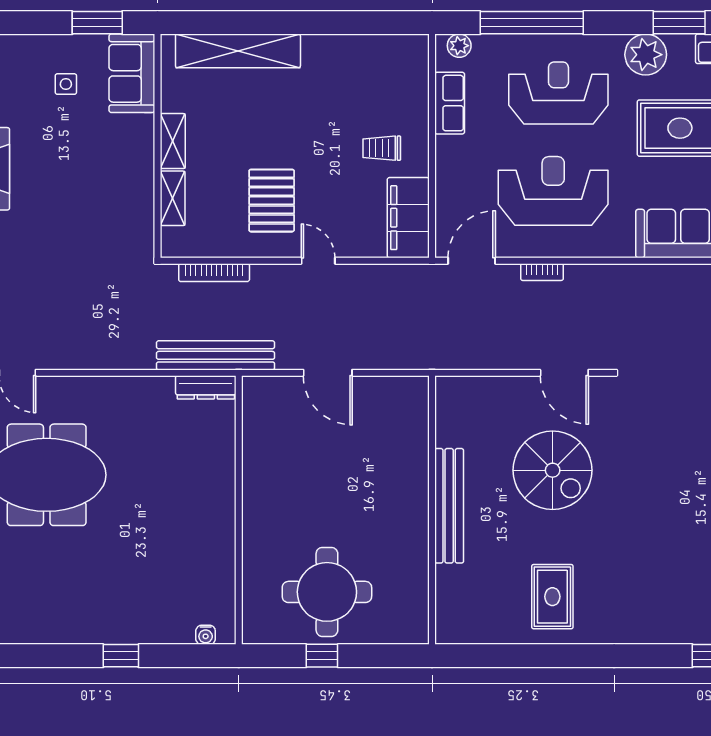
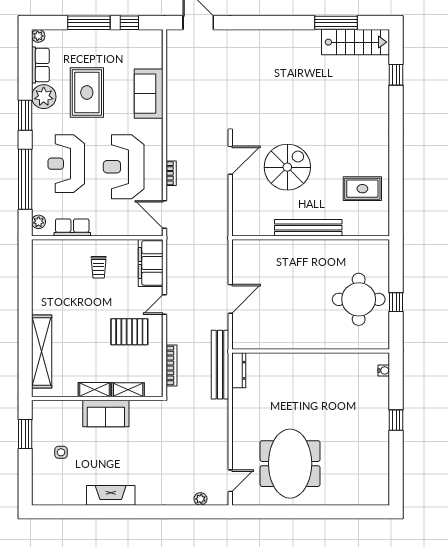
window: (679, 23) -> (25, 115), moved
plant: (646, 55) -> (44, 97), moved
sofa: (132, 73) -> (106, 414), moved
filing cabinet: (408, 218) -> (151, 263), moved, turned 90
rug: (552, 597) -> (362, 189), moved

